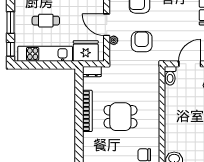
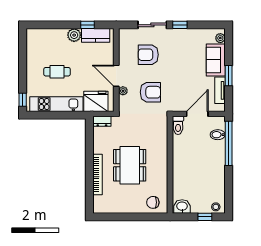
window: (11, 22) -> (23, 74), removed
armchair: (142, 42) -> (150, 92), turned 90
bookcase: (87, 111) -> (97, 175), moved
dining table: (120, 117) -> (130, 165), width x1.38

